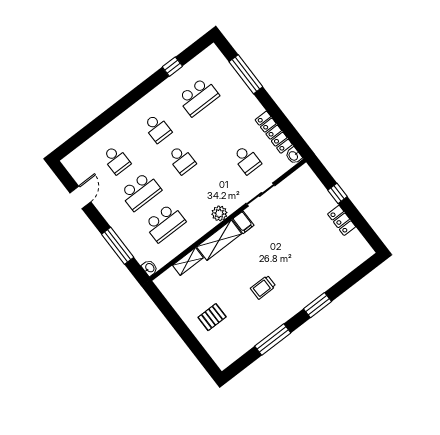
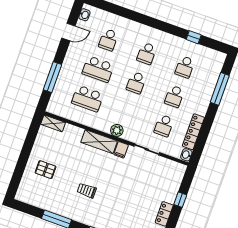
school desk: (198, 97) -> (185, 67), width x0.54
school desk: (223, 128) -> (174, 96), added
shelving: (188, 261) -> (53, 123), moved
washbasin: (150, 268) -> (84, 15), moved

